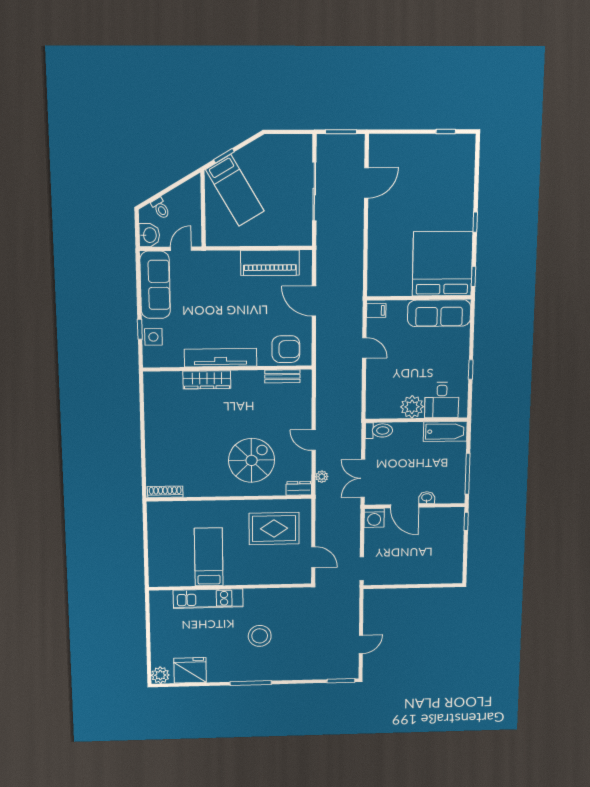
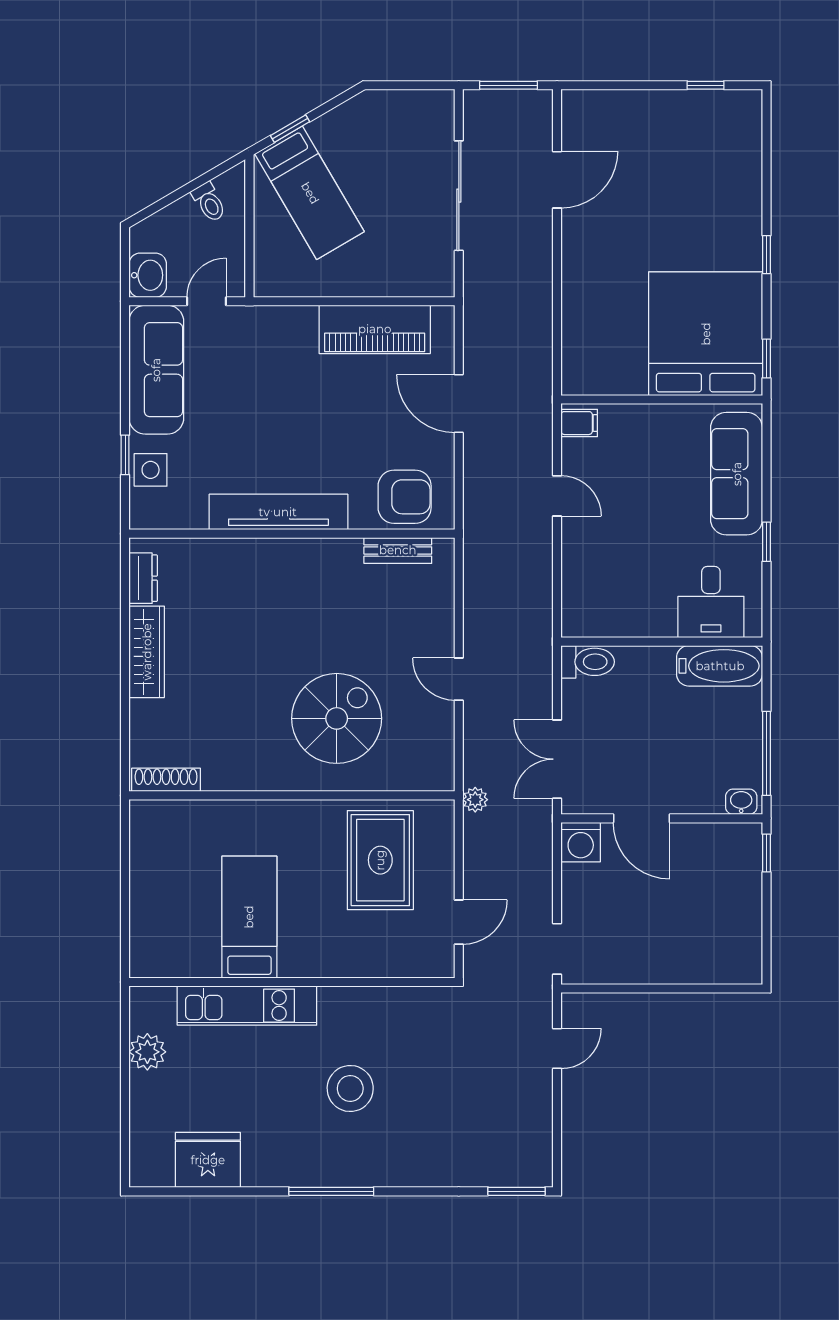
toilet: (161, 208) -> (209, 202), moved
sofa: (439, 313) -> (737, 474), moved, turned 90
wardrobe: (207, 380) -> (147, 652), moved, turned -90
plant: (412, 407) -> (652, 615), removed
plant: (322, 477) -> (475, 800), moved
dresser: (299, 488) -> (143, 578), moved, turned 90
washbasin: (427, 498) -> (741, 802), moved
rug: (274, 529) -> (380, 860), turned 90
door: (313, 557) -> (459, 922), hinge flipped
door: (361, 644) -> (557, 1049), moved
plant: (160, 675) -> (147, 1052), moved

